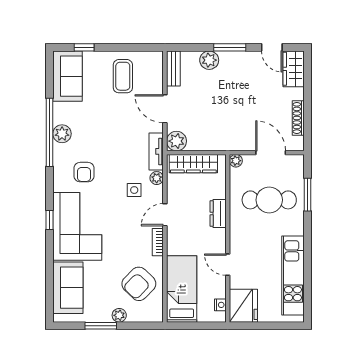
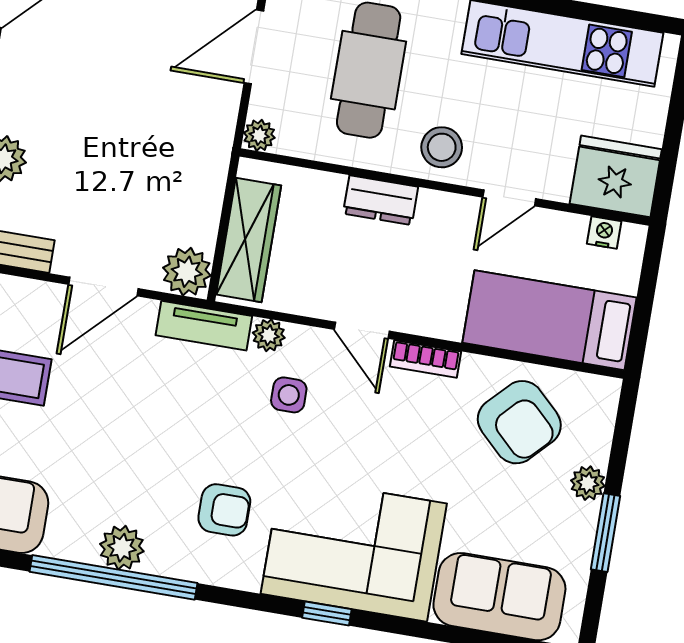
stool: (243, 234) -> (442, 147), added

